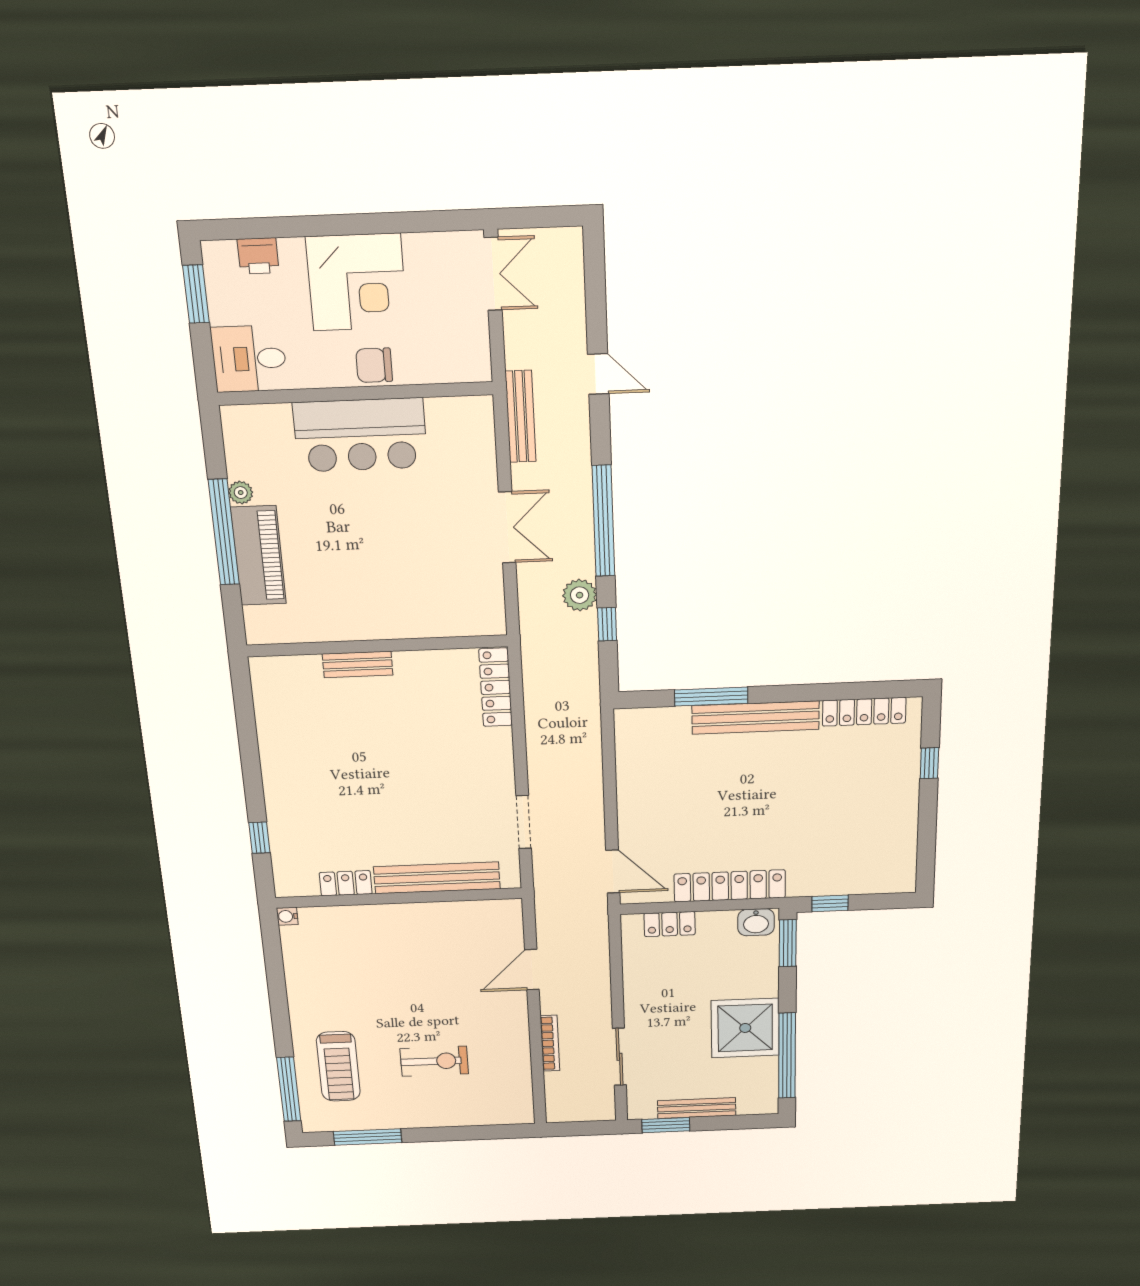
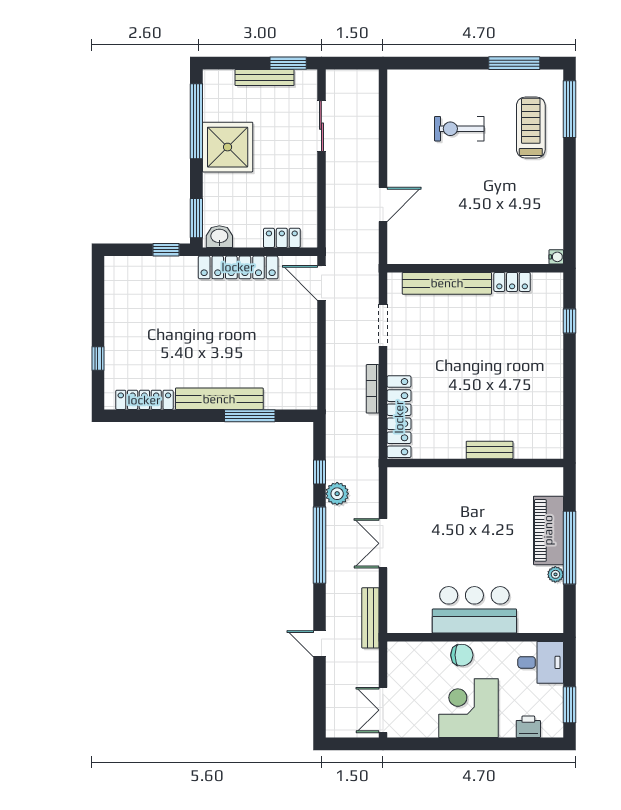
locker: (496, 687) -> (399, 417), width x1.41, depth x1.21
bookcase: (550, 1043) -> (373, 389), moved

